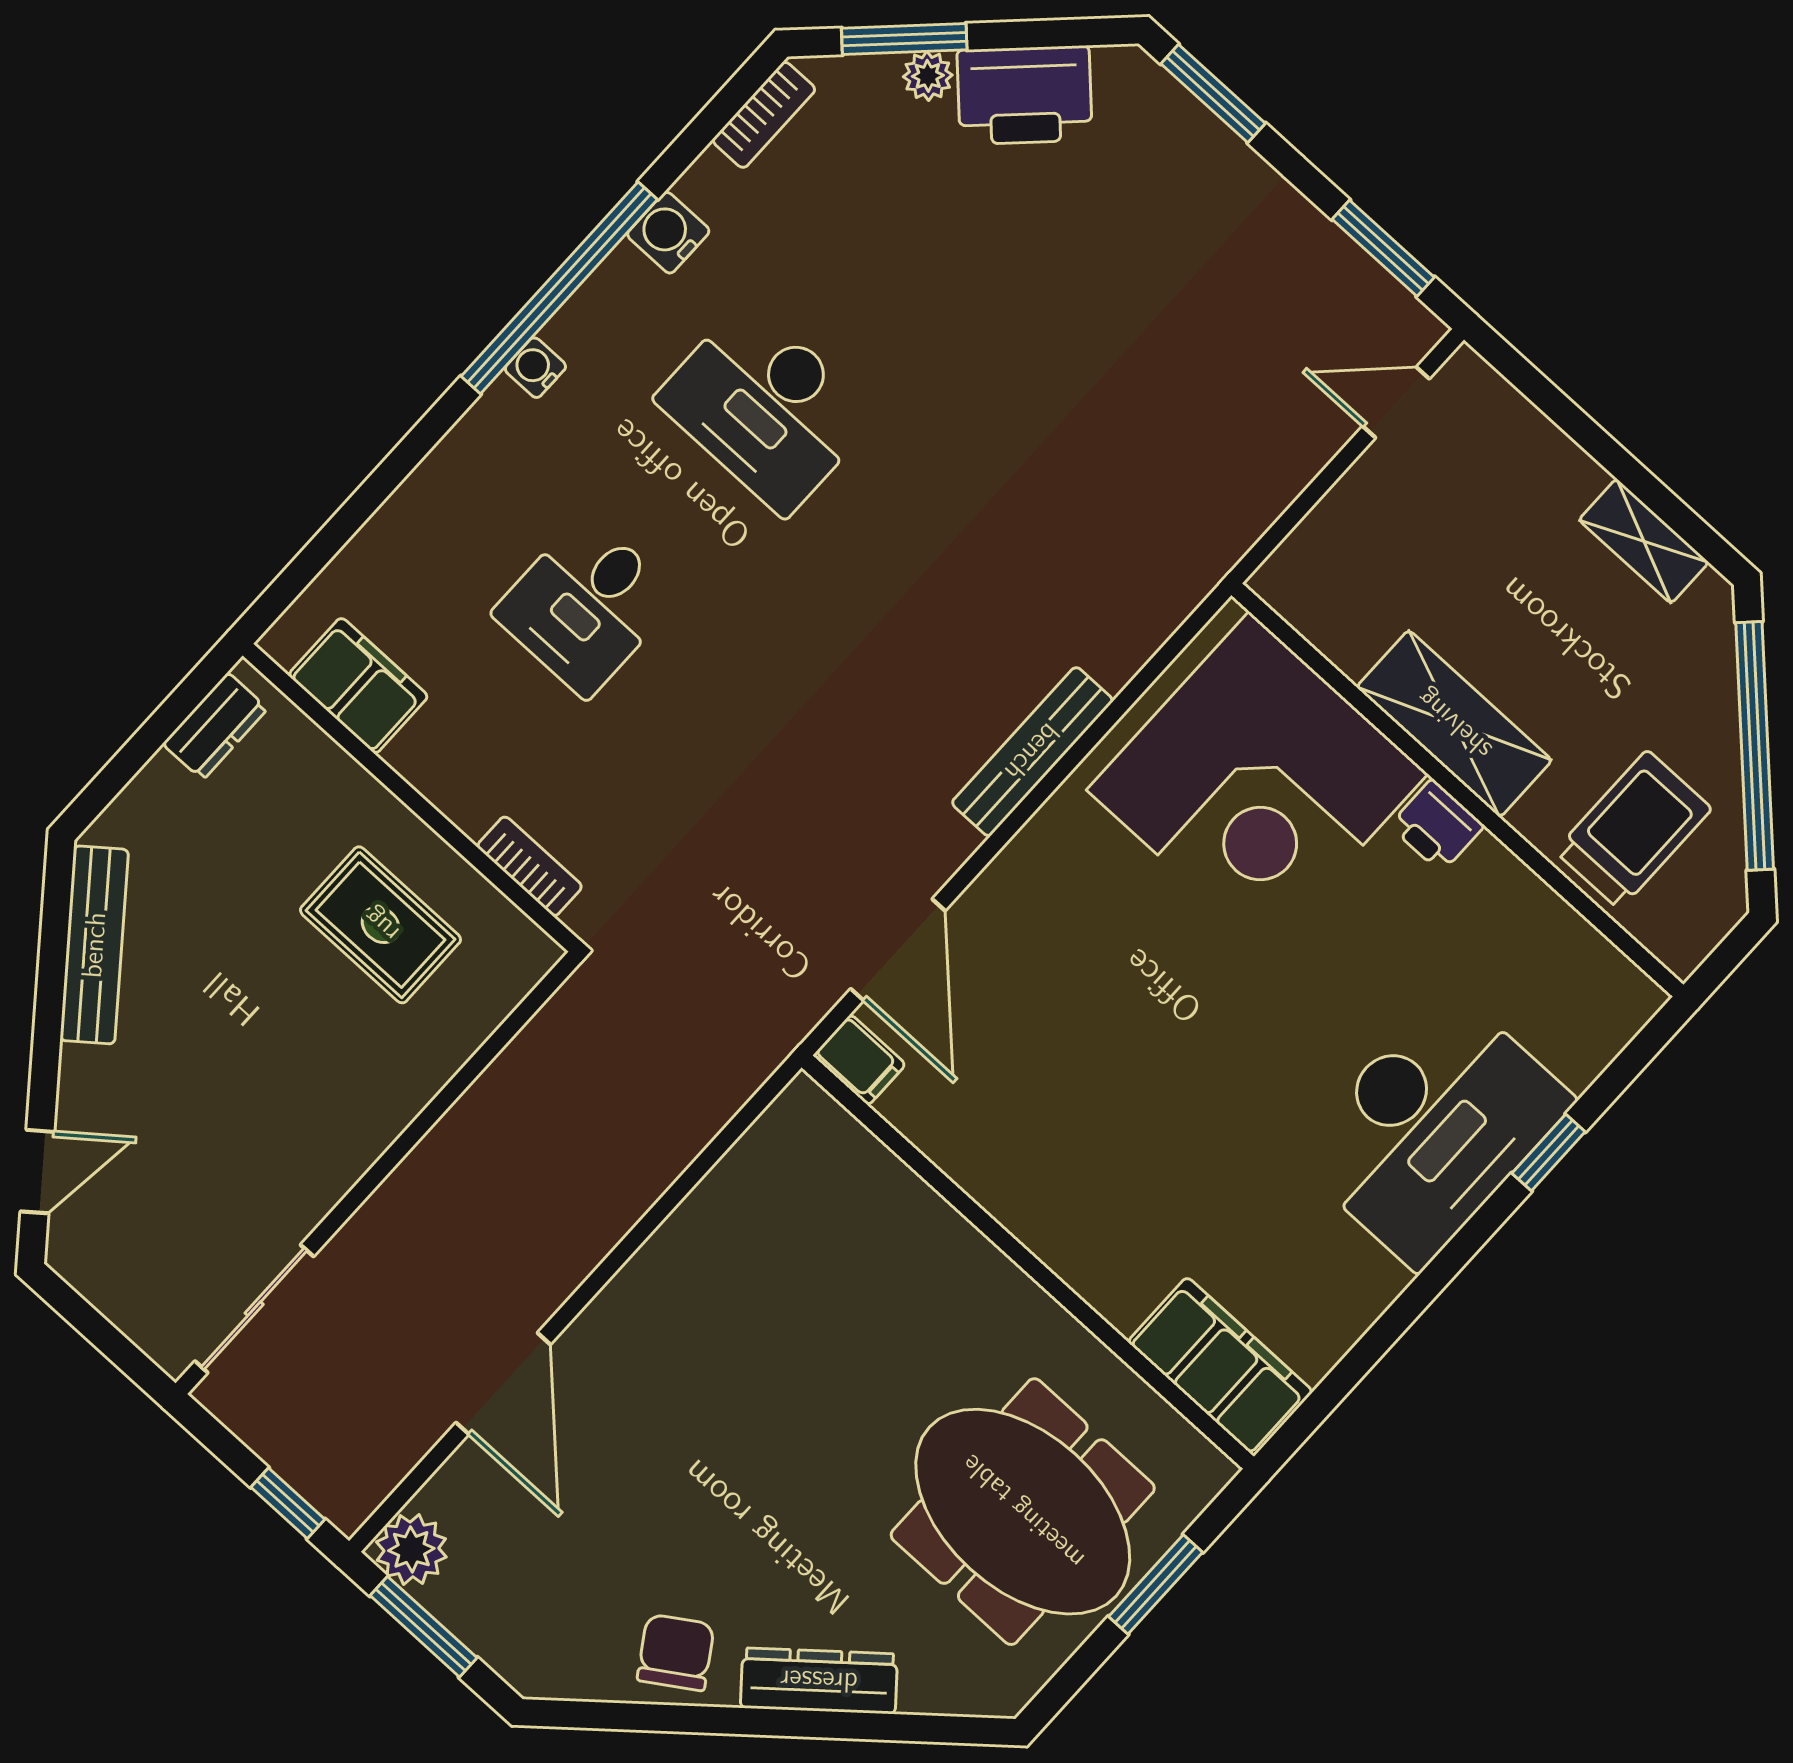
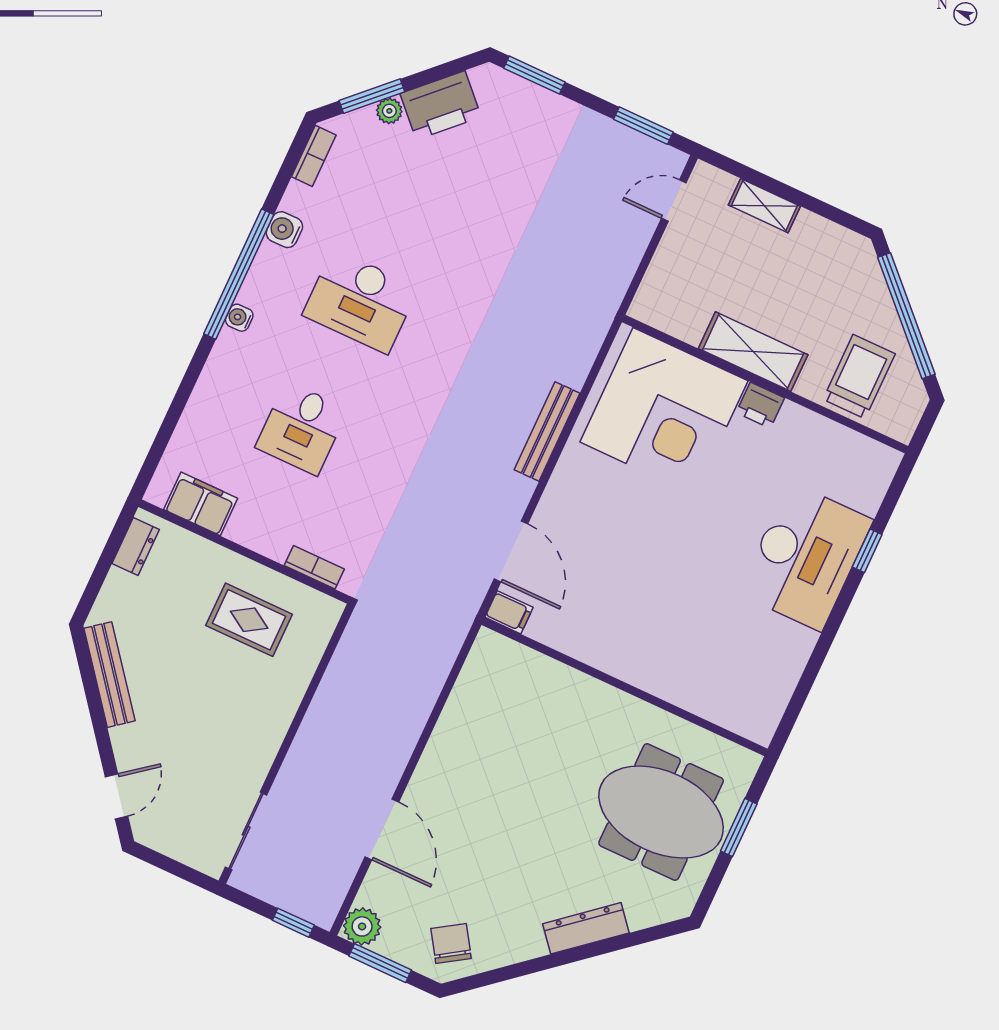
shelving: (1644, 541) -> (764, 206), moved
filing cabinet: (1220, 1367) -> (737, 709), removed
chair: (676, 1652) -> (451, 944), moved

